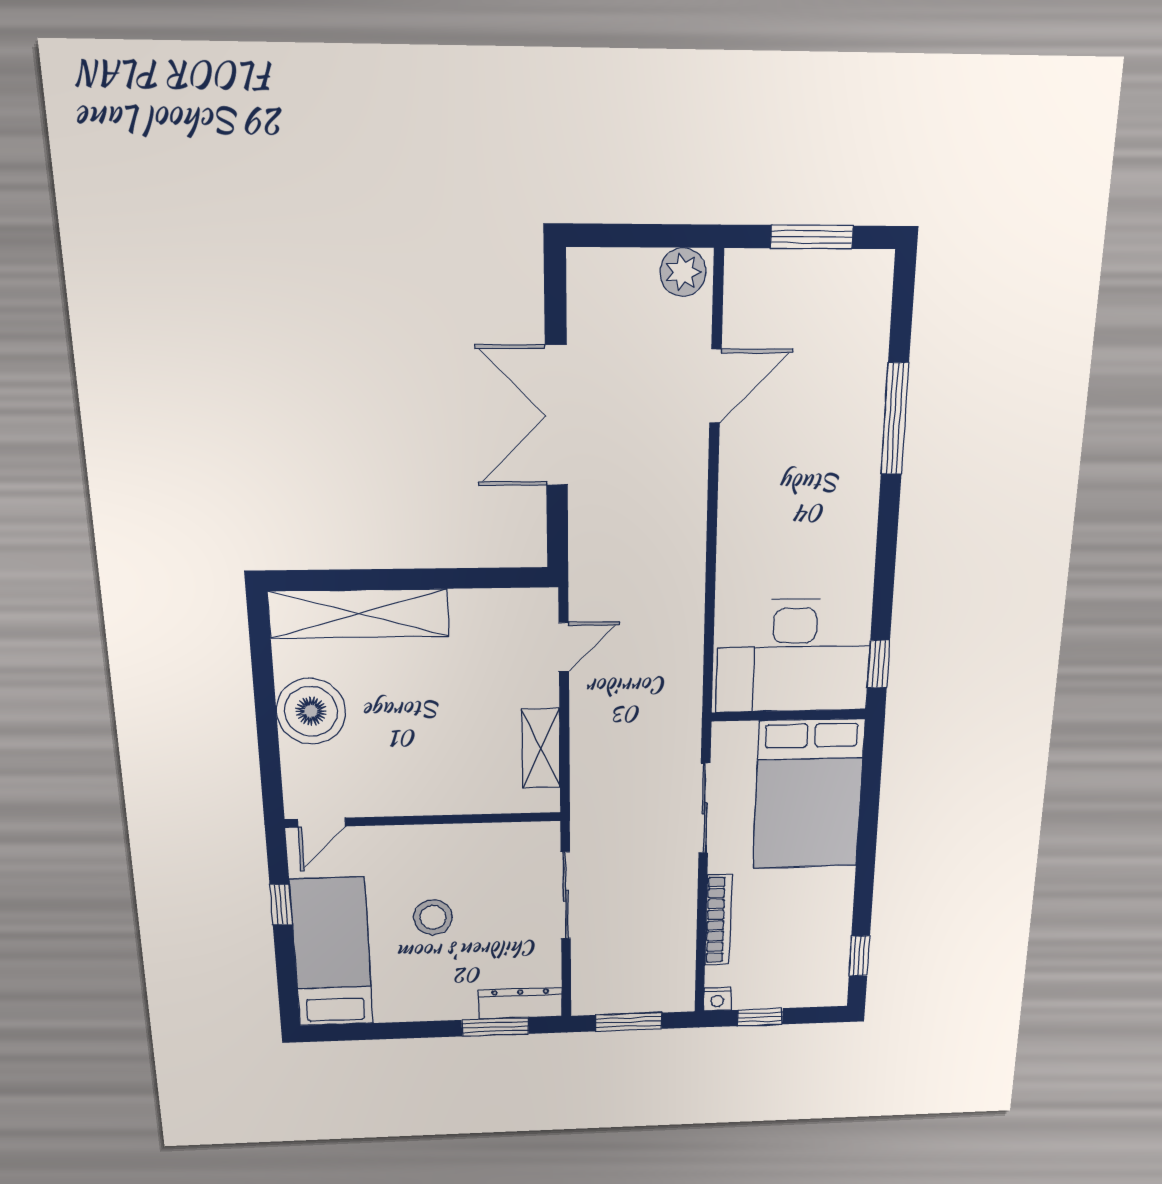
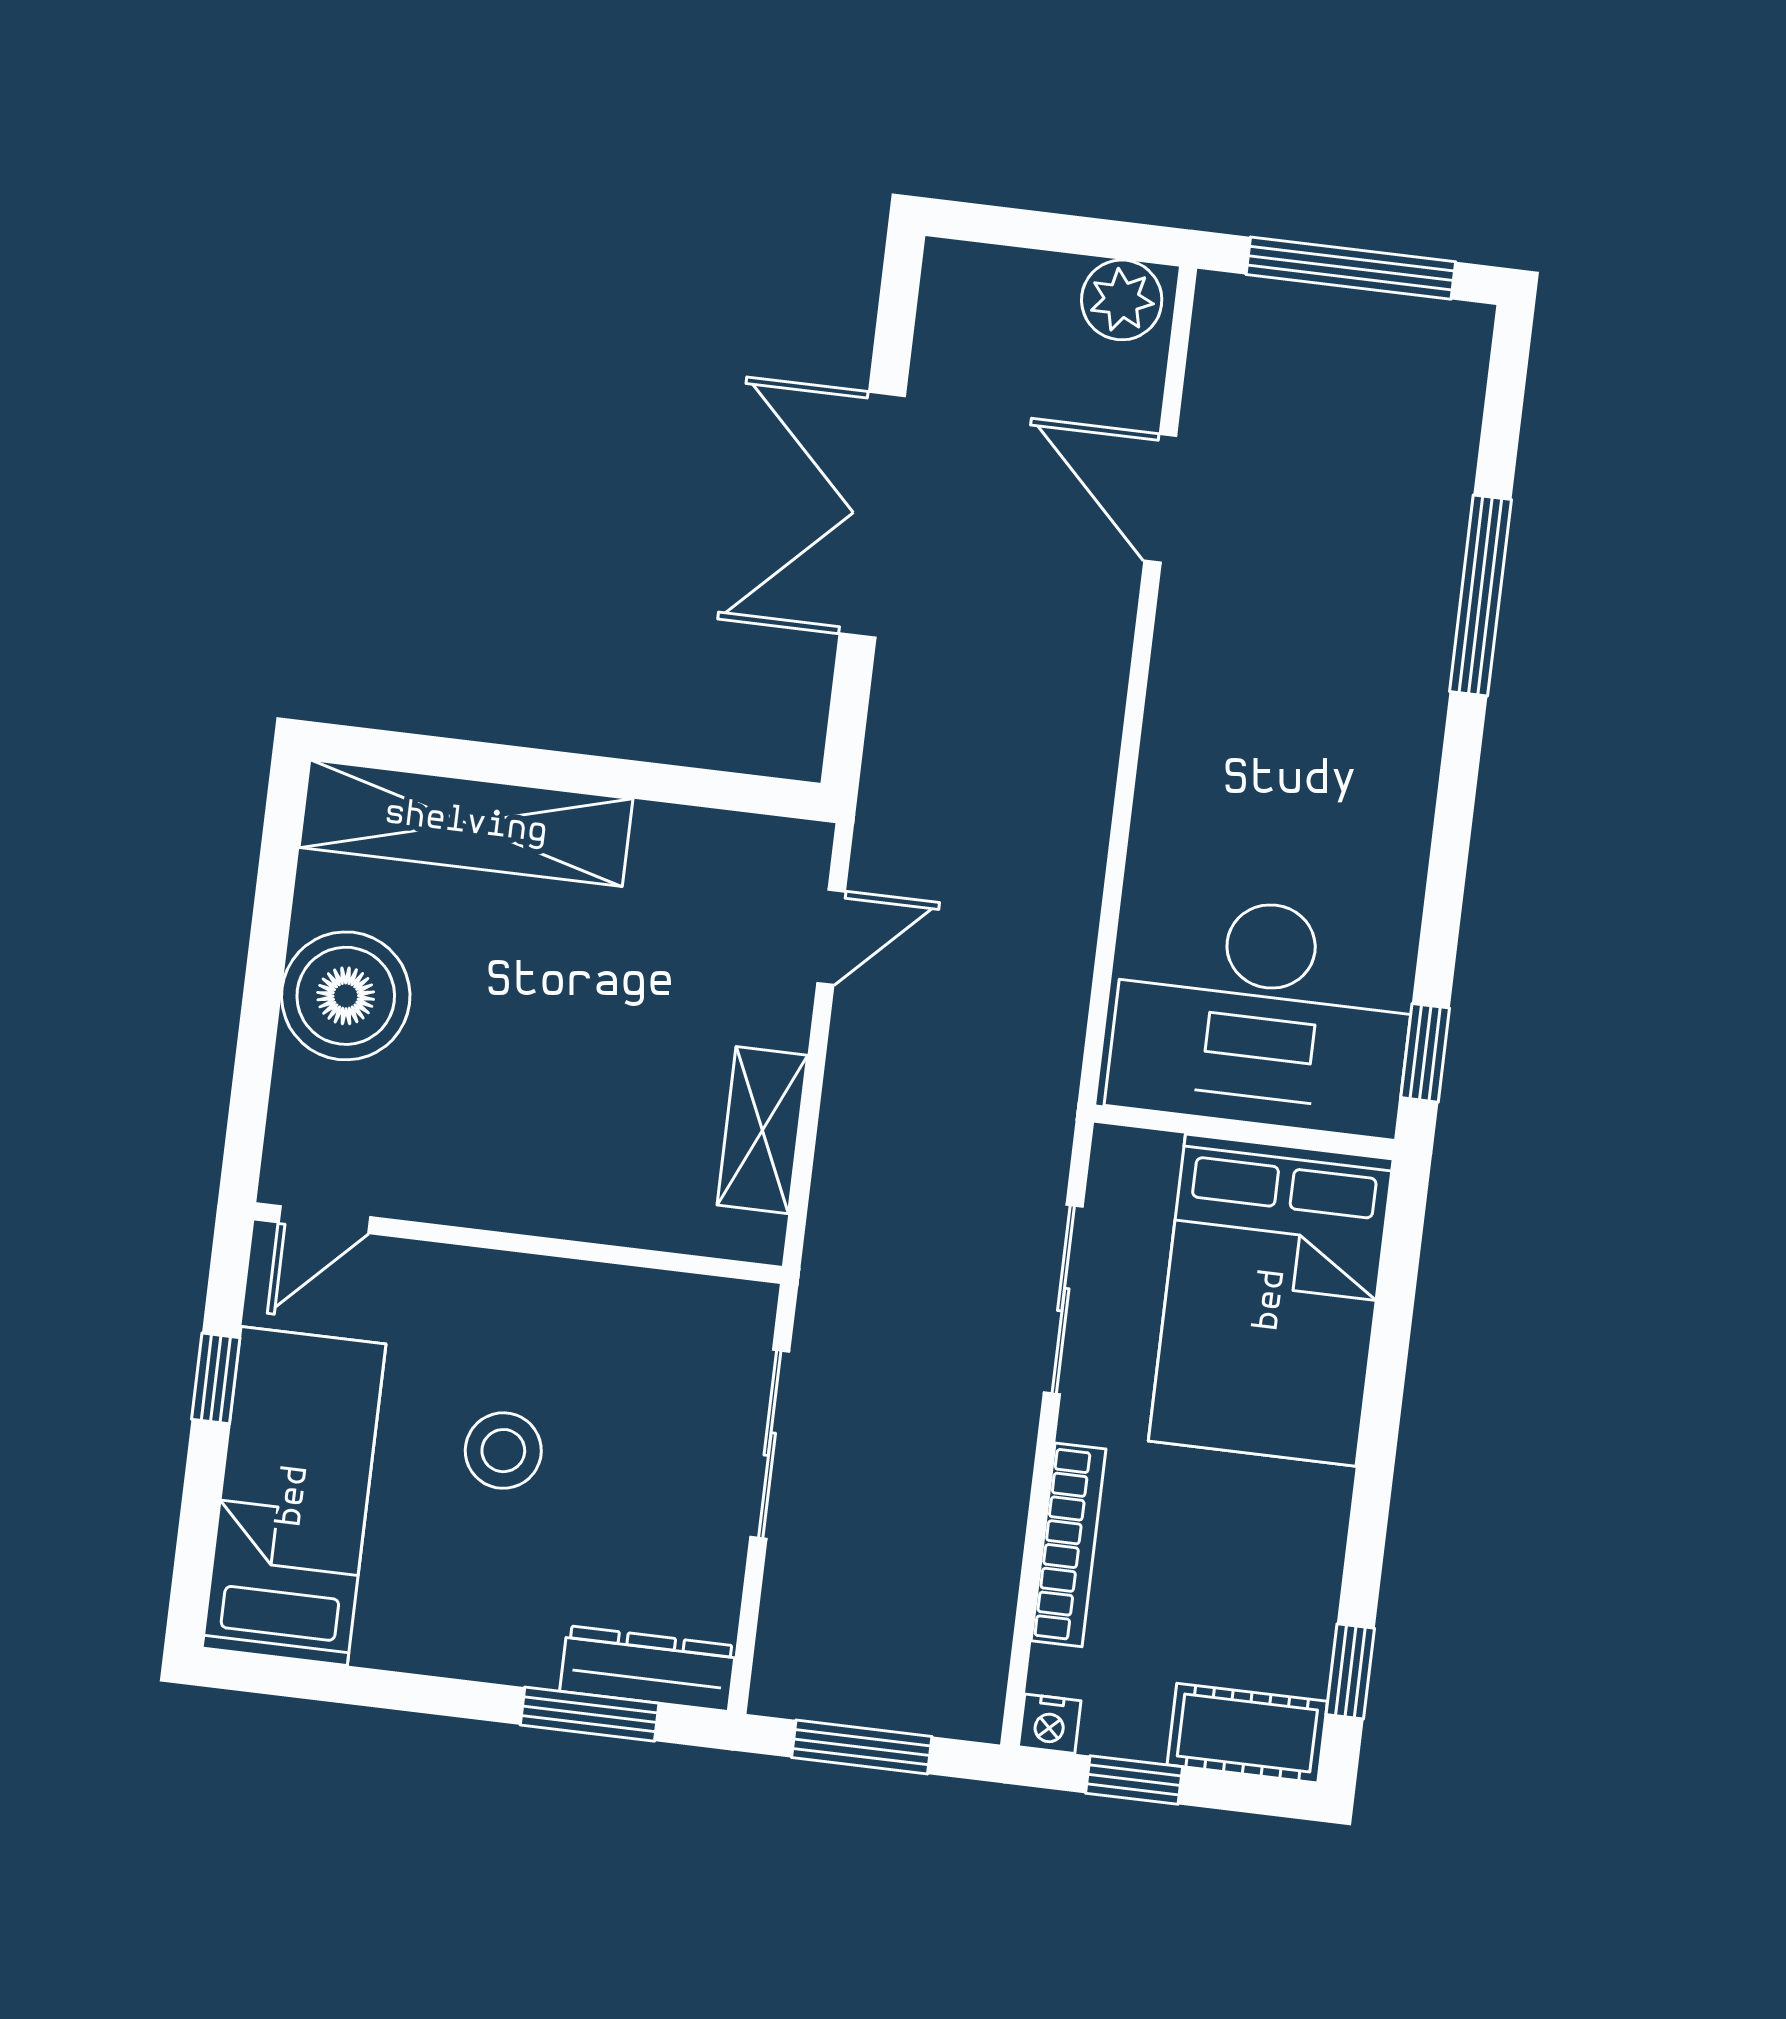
window: (812, 237) -> (1351, 268), width x1.44
door: (715, 386) -> (1160, 498), swing flipped
cot: (812, 989) -> (1247, 1733), added

